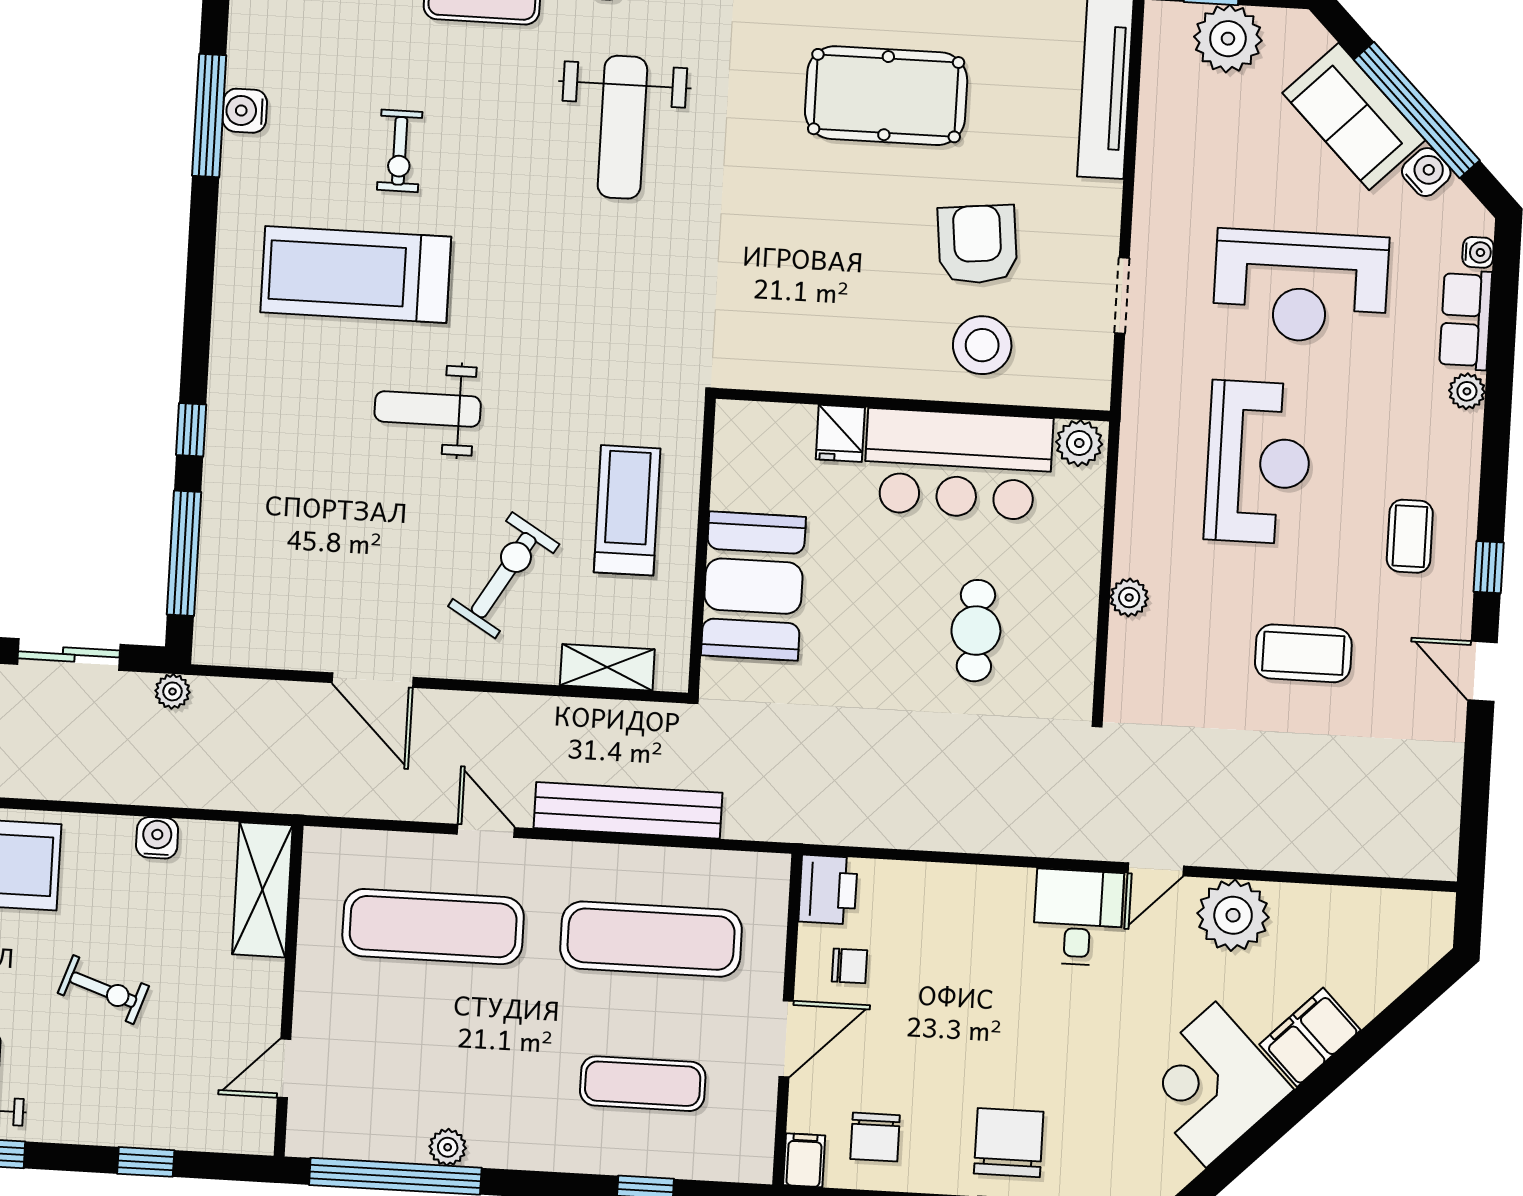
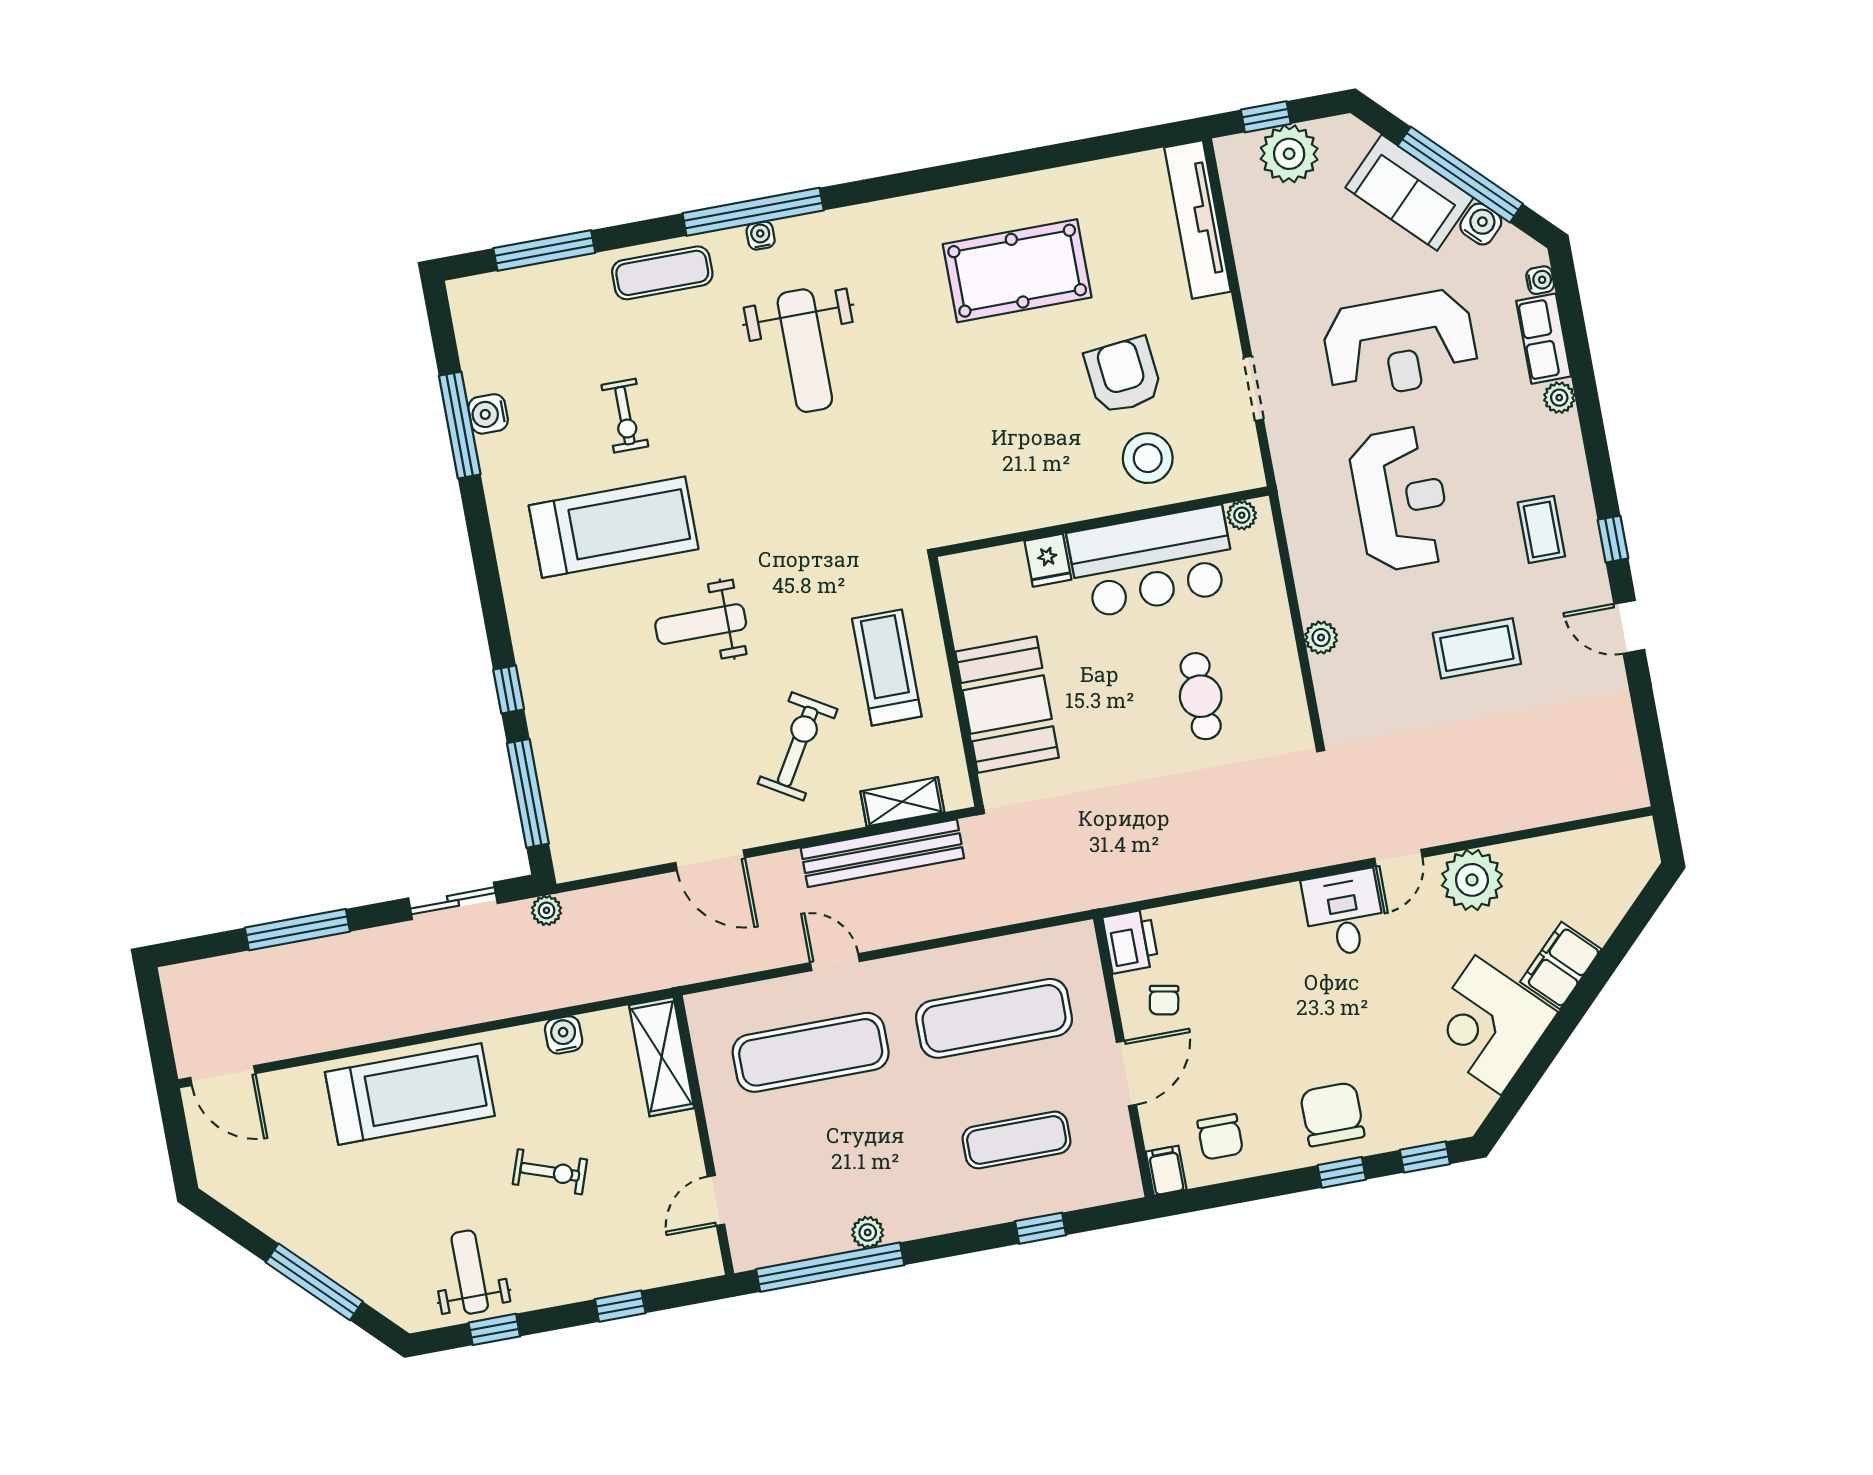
treadmill: (356, 275) -> (614, 527), turned 180
plant: (1079, 443) -> (1242, 515), width x0.73, depth x0.73
bench: (628, 810) -> (882, 853), moved
chair: (849, 966) -> (1164, 1000), turned 101

